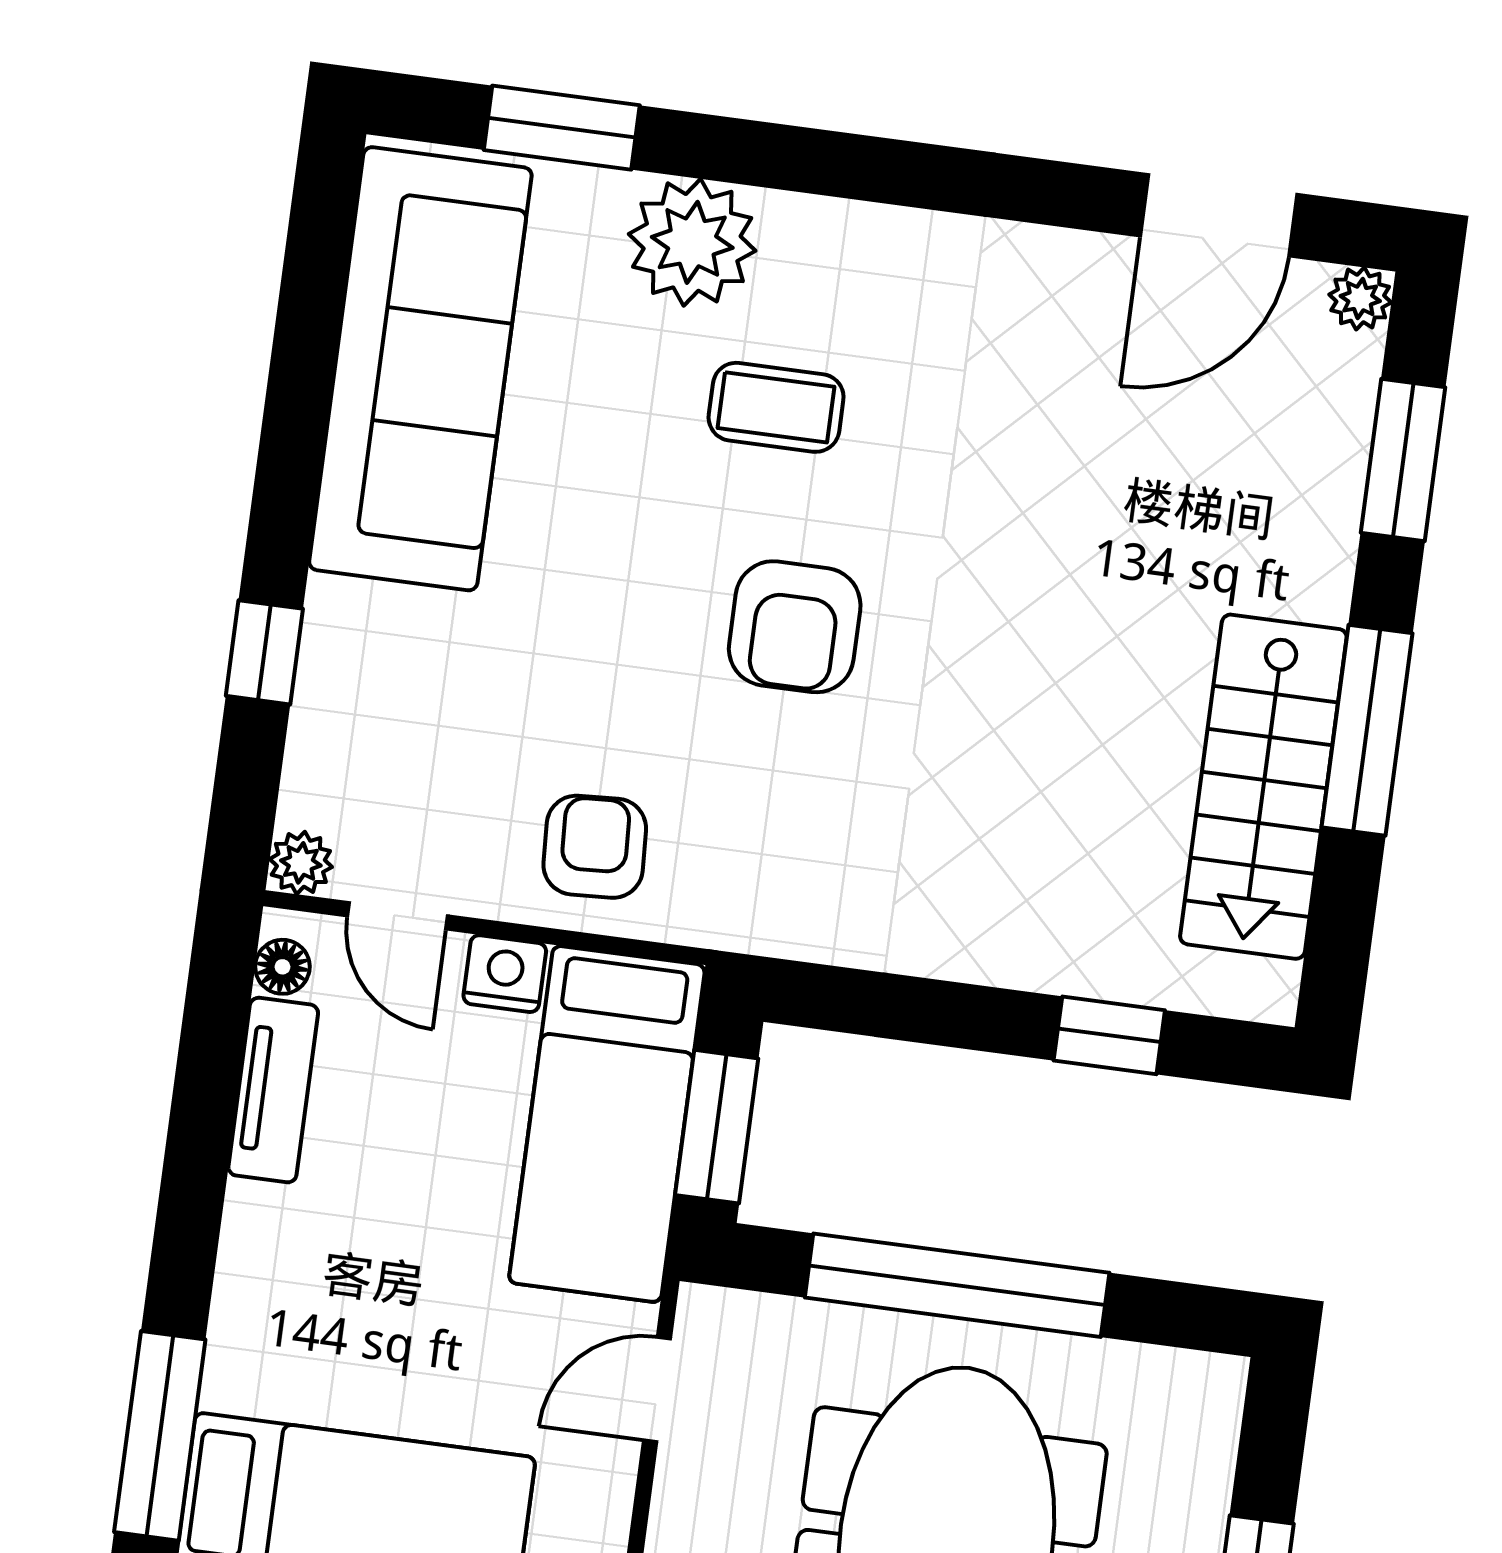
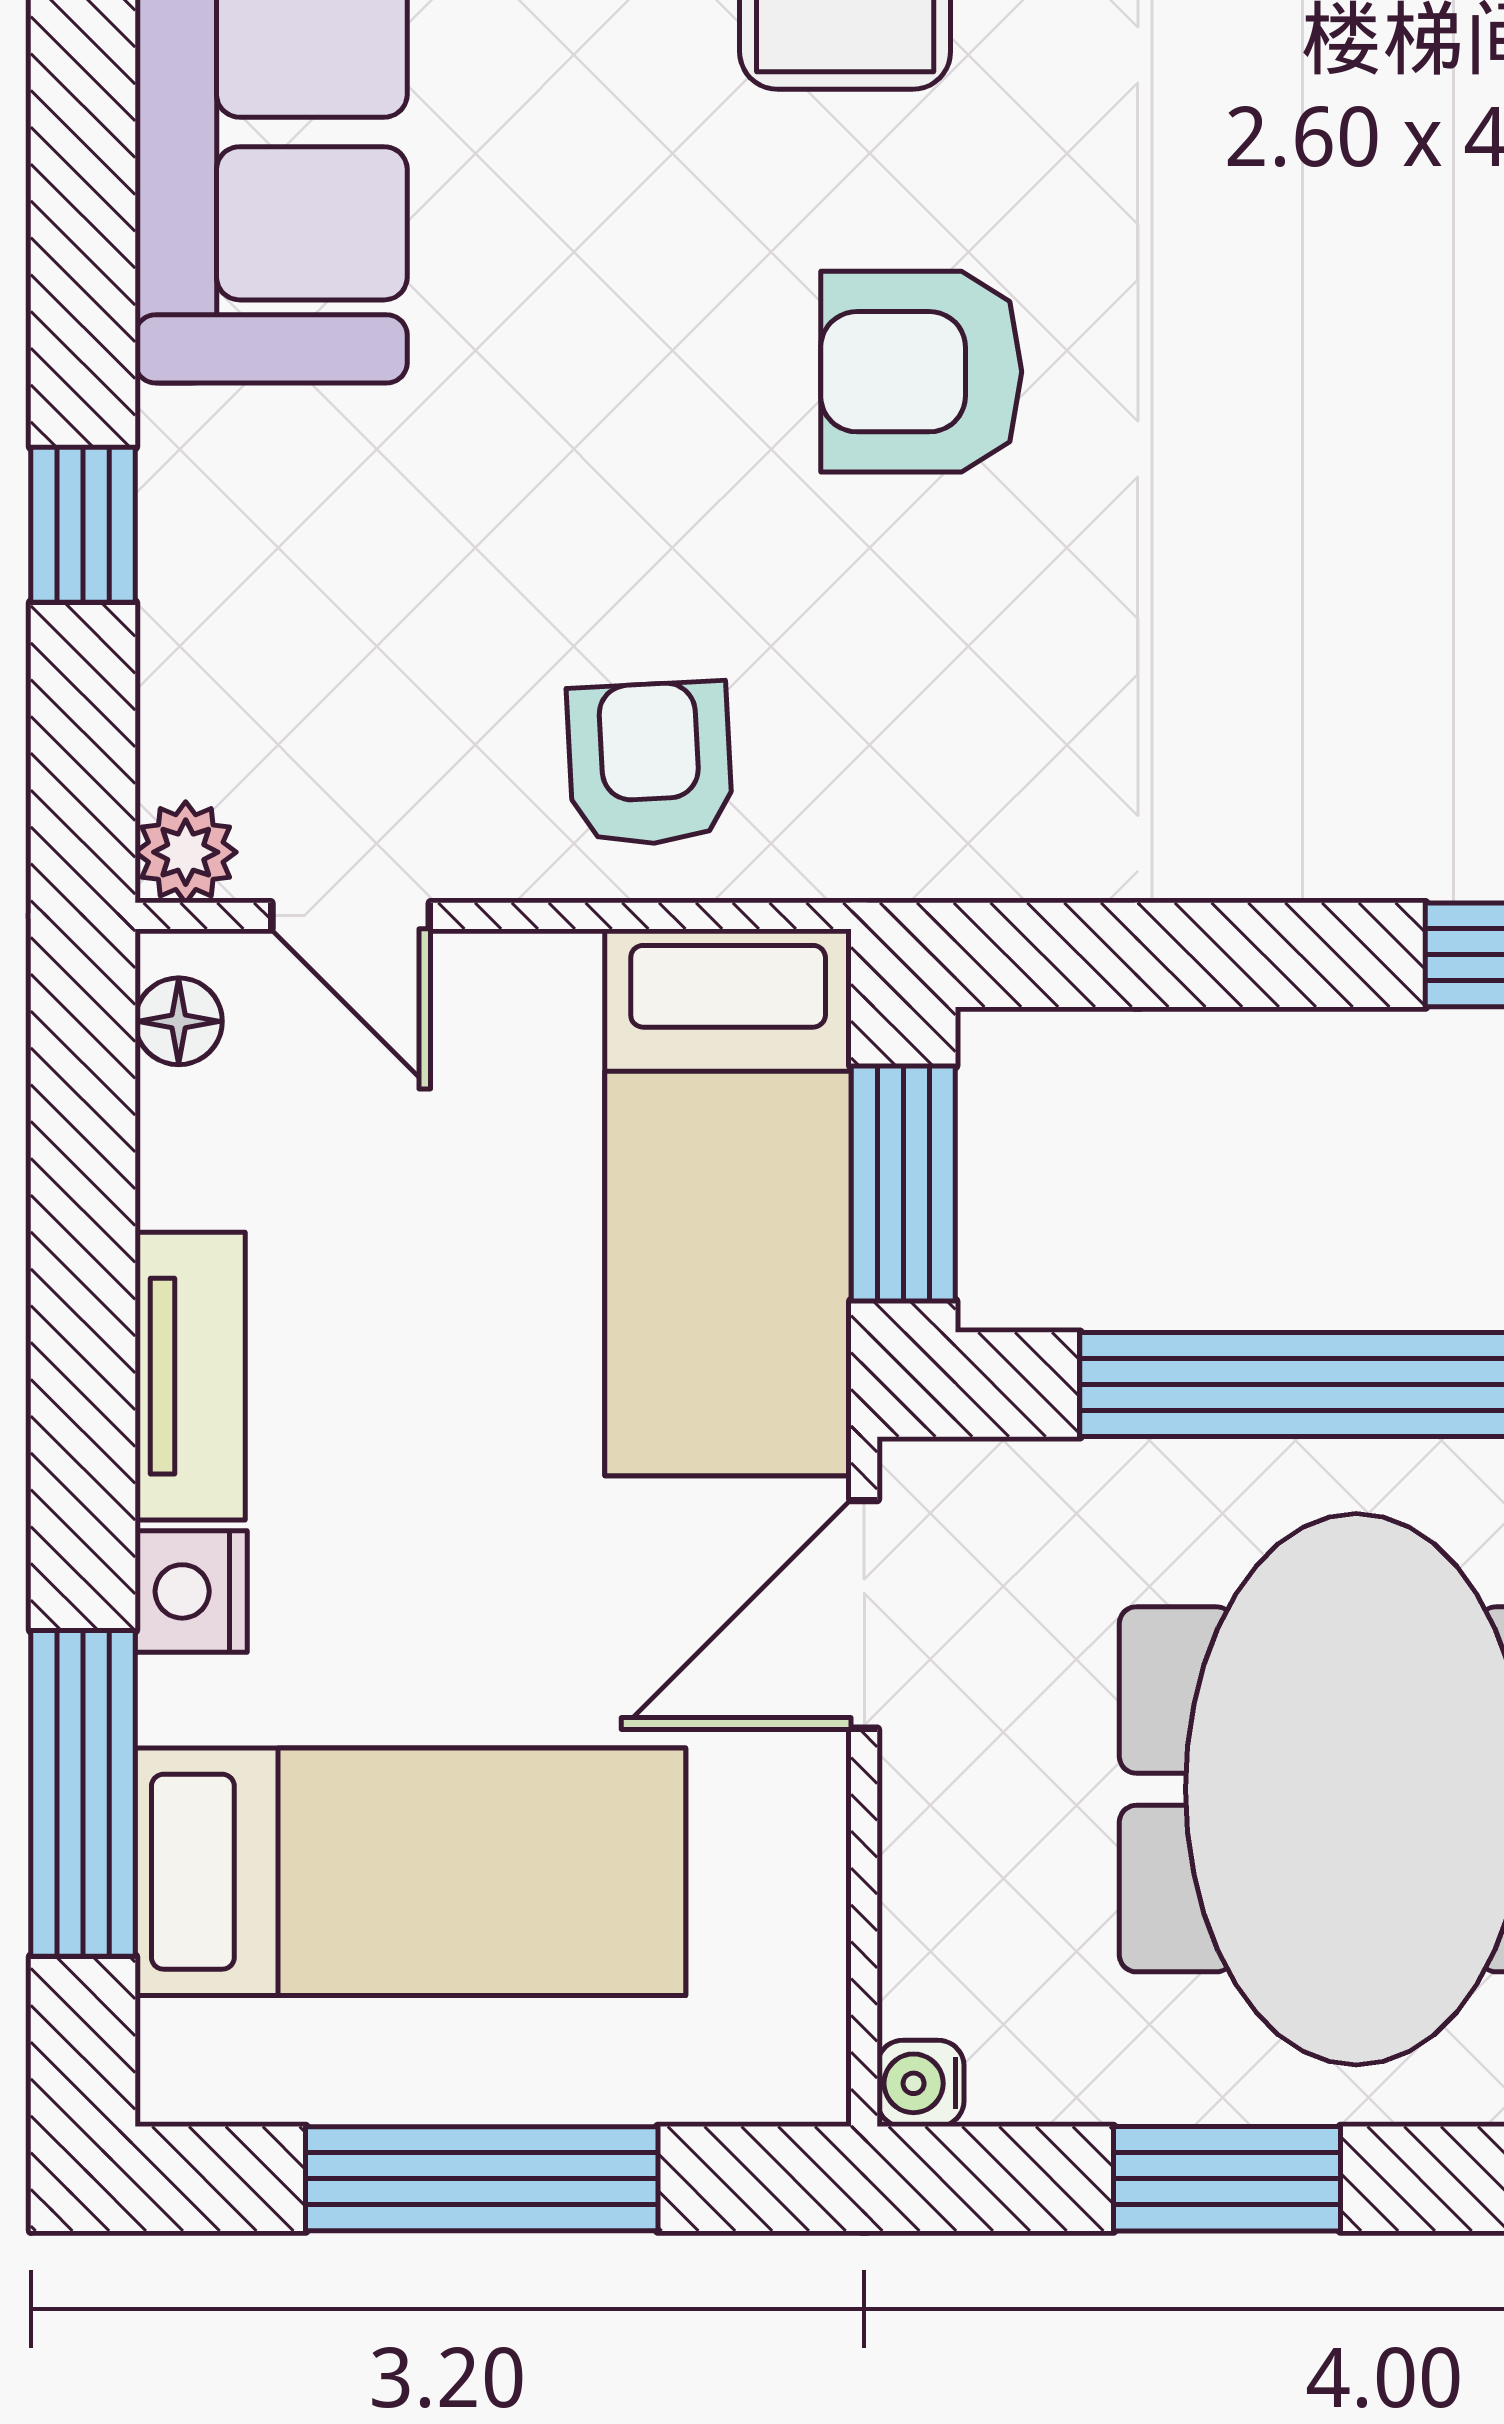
armchair: (795, 627) -> (921, 372), turned 90
nightstand: (505, 974) -> (191, 1591), moved, turned -90
tv unit: (273, 1090) -> (190, 1376), moved
door: (657, 1390) -> (864, 1614), width x1.38

